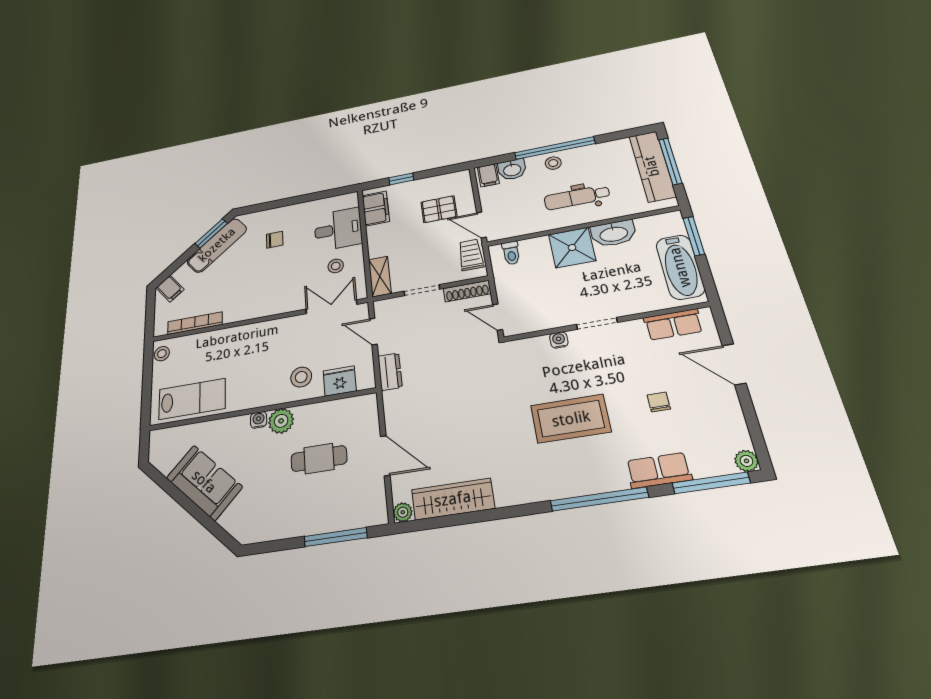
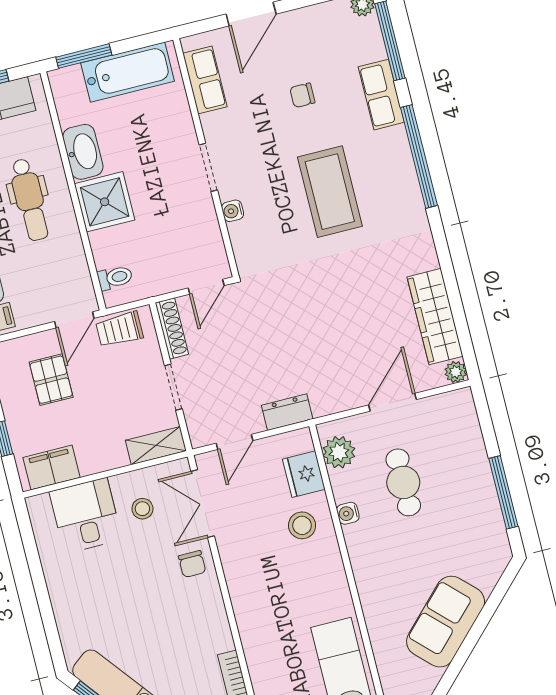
chair: (275, 240) -> (192, 564), moved, turned 180
water cooler: (259, 420) -> (348, 513), moved
plant: (281, 421) -> (339, 452), moved
window: (336, 537) -> (503, 492), moved

